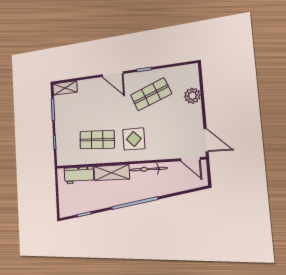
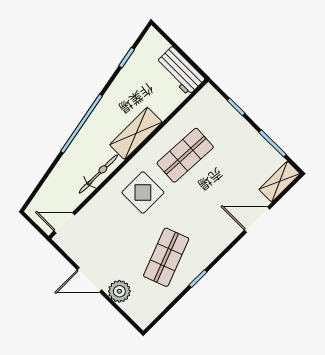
door: (112, 74) -> (257, 220), moved
door: (206, 140) -> (90, 280), moved
workbench: (79, 175) -> (180, 71), moved, turned -90

